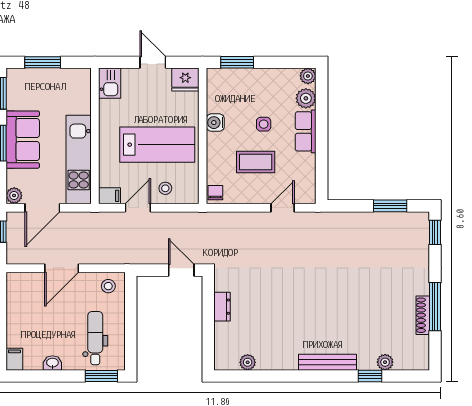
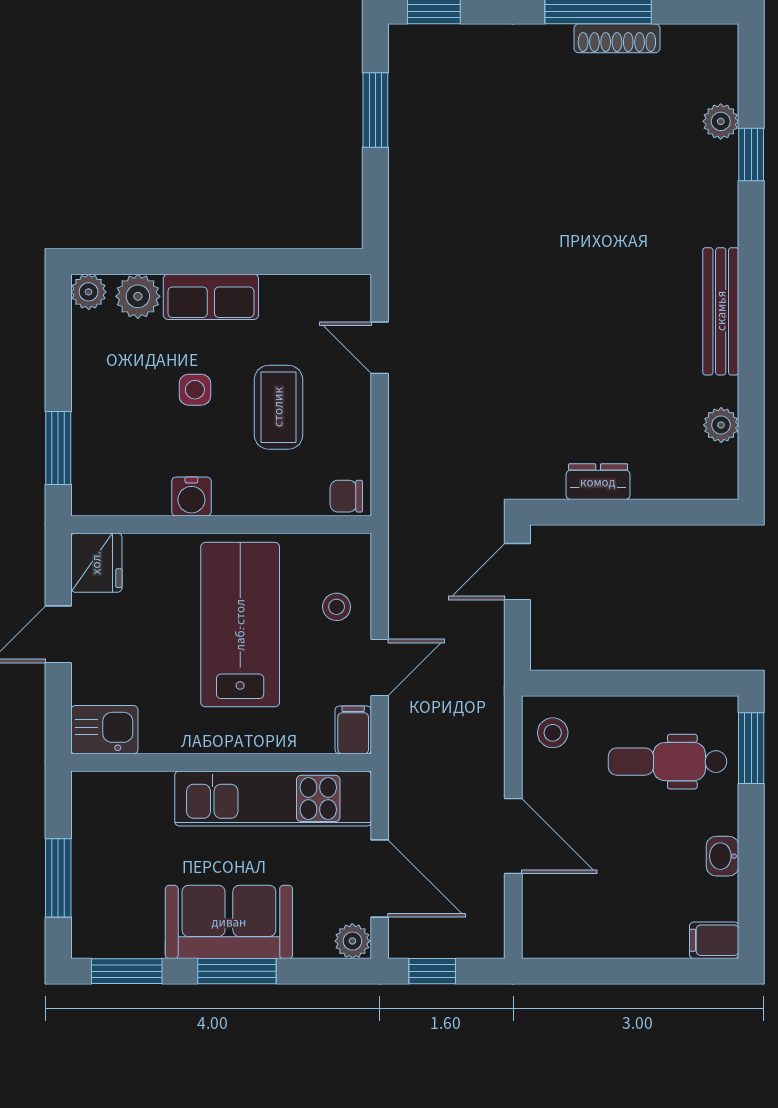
door: (138, 208) -> (380, 667), swing flipped
bench: (327, 362) -> (721, 311), moved

